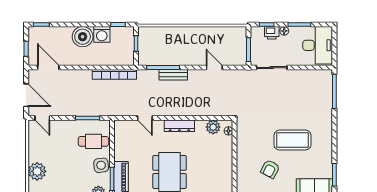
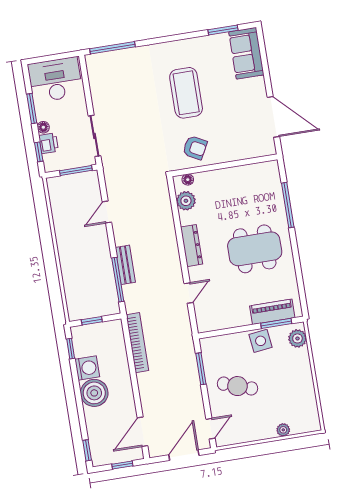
cafe table: (93, 141) -> (237, 386), moved, turned -71
armchair: (270, 169) -> (195, 148), moved
plant: (37, 171) -> (283, 430), width x0.53, depth x0.53

